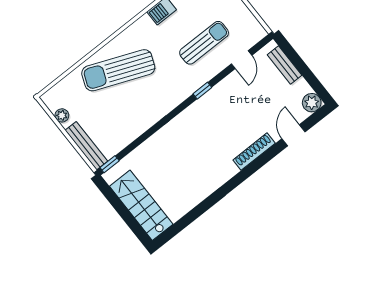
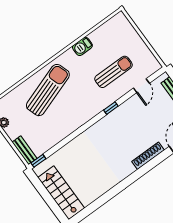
sun lounger: (118, 70) -> (48, 90), turned 139
bench: (86, 146) -> (24, 150), width x0.73

